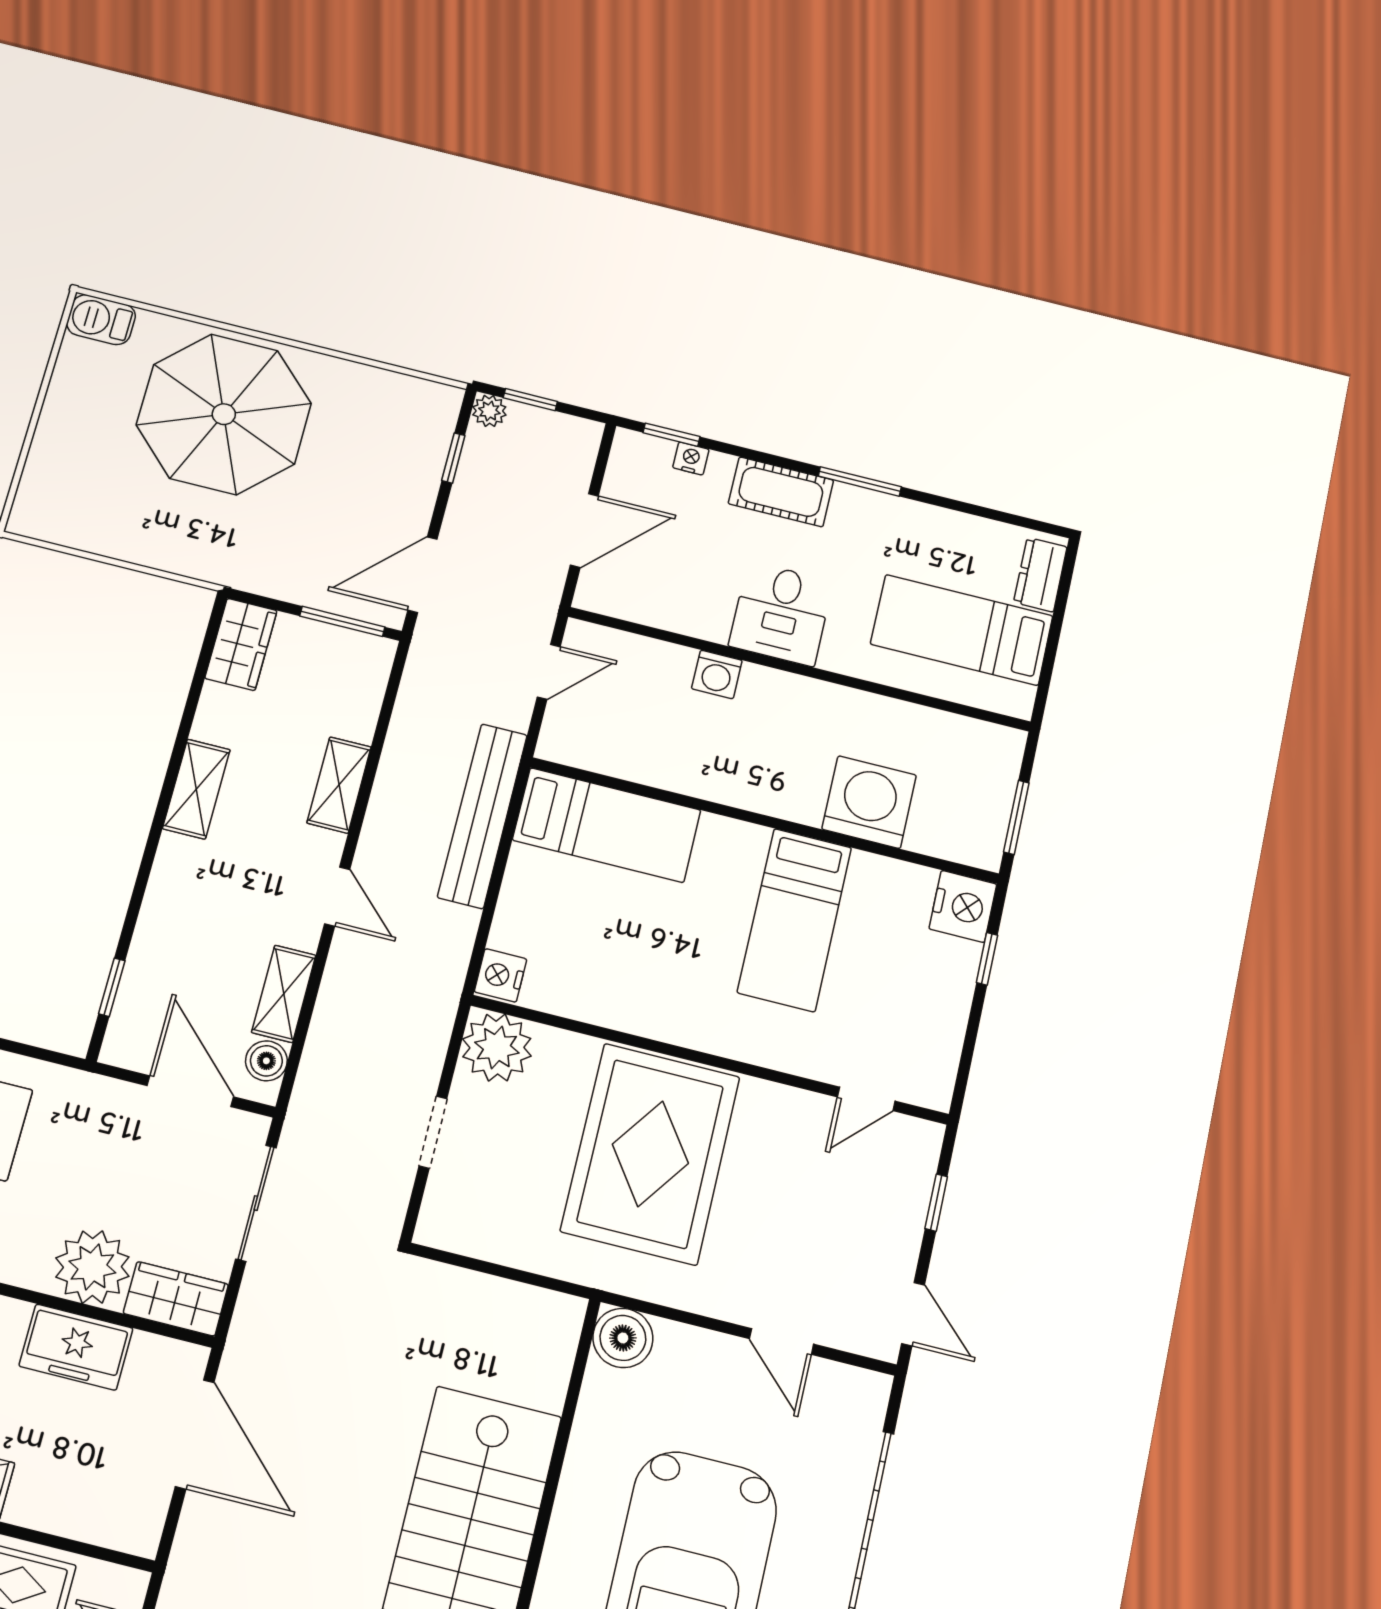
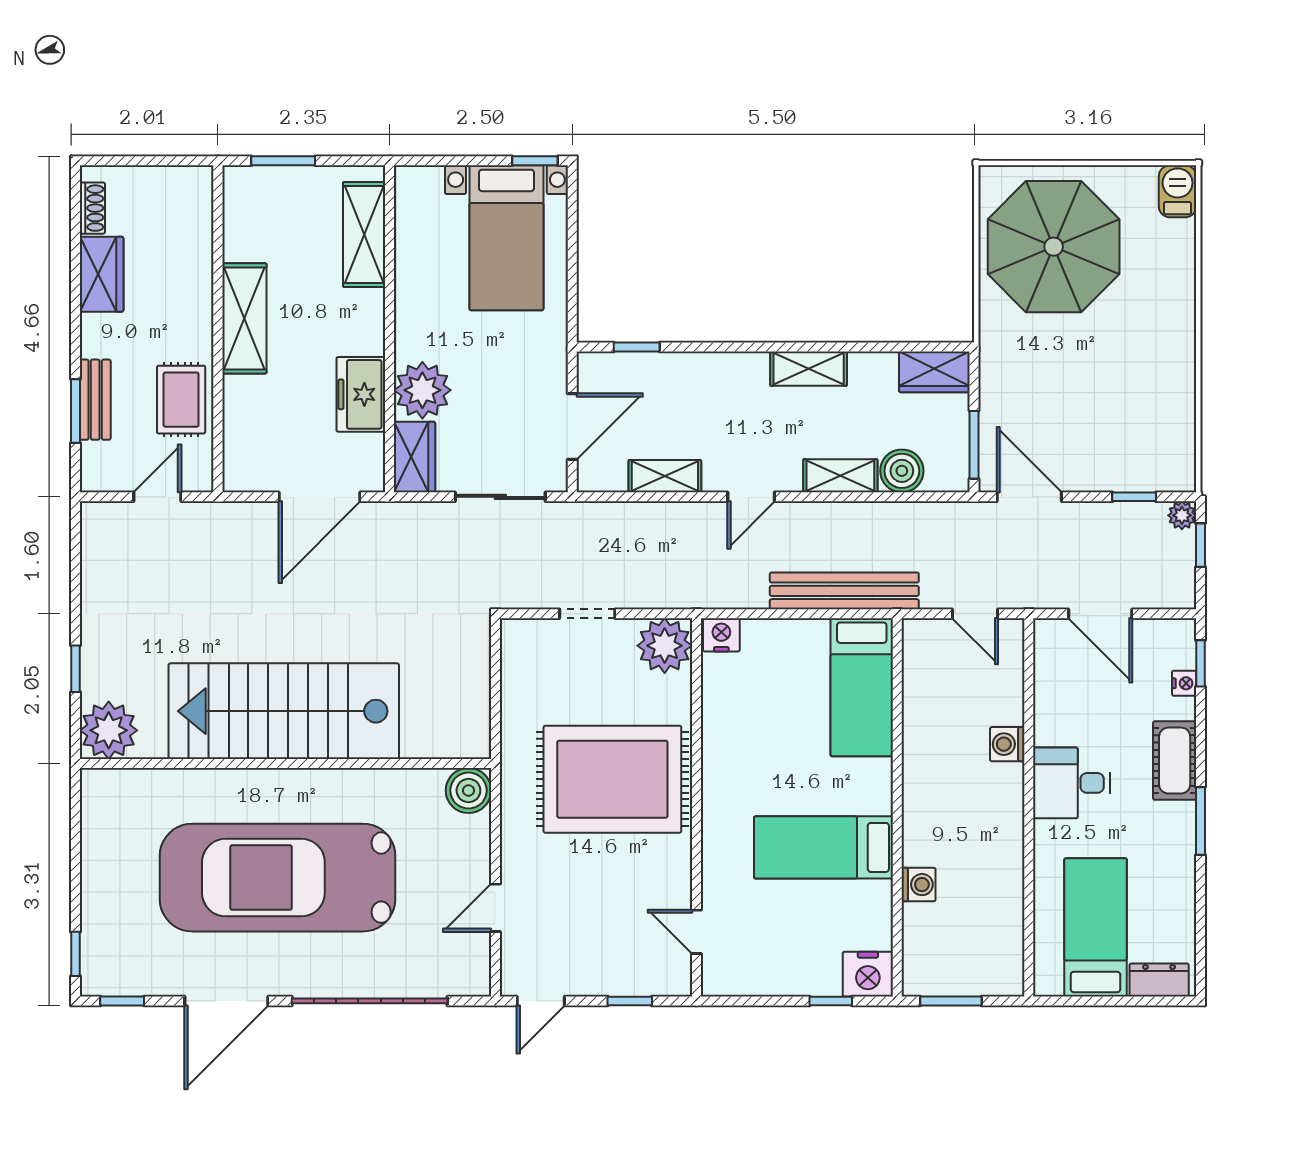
parasol: (224, 414) -> (1054, 247), moved
washing machine: (869, 802) -> (919, 885), width x0.53, depth x0.53
boiler: (266, 1061) -> (902, 471), moved, width x1.36, depth x1.36

